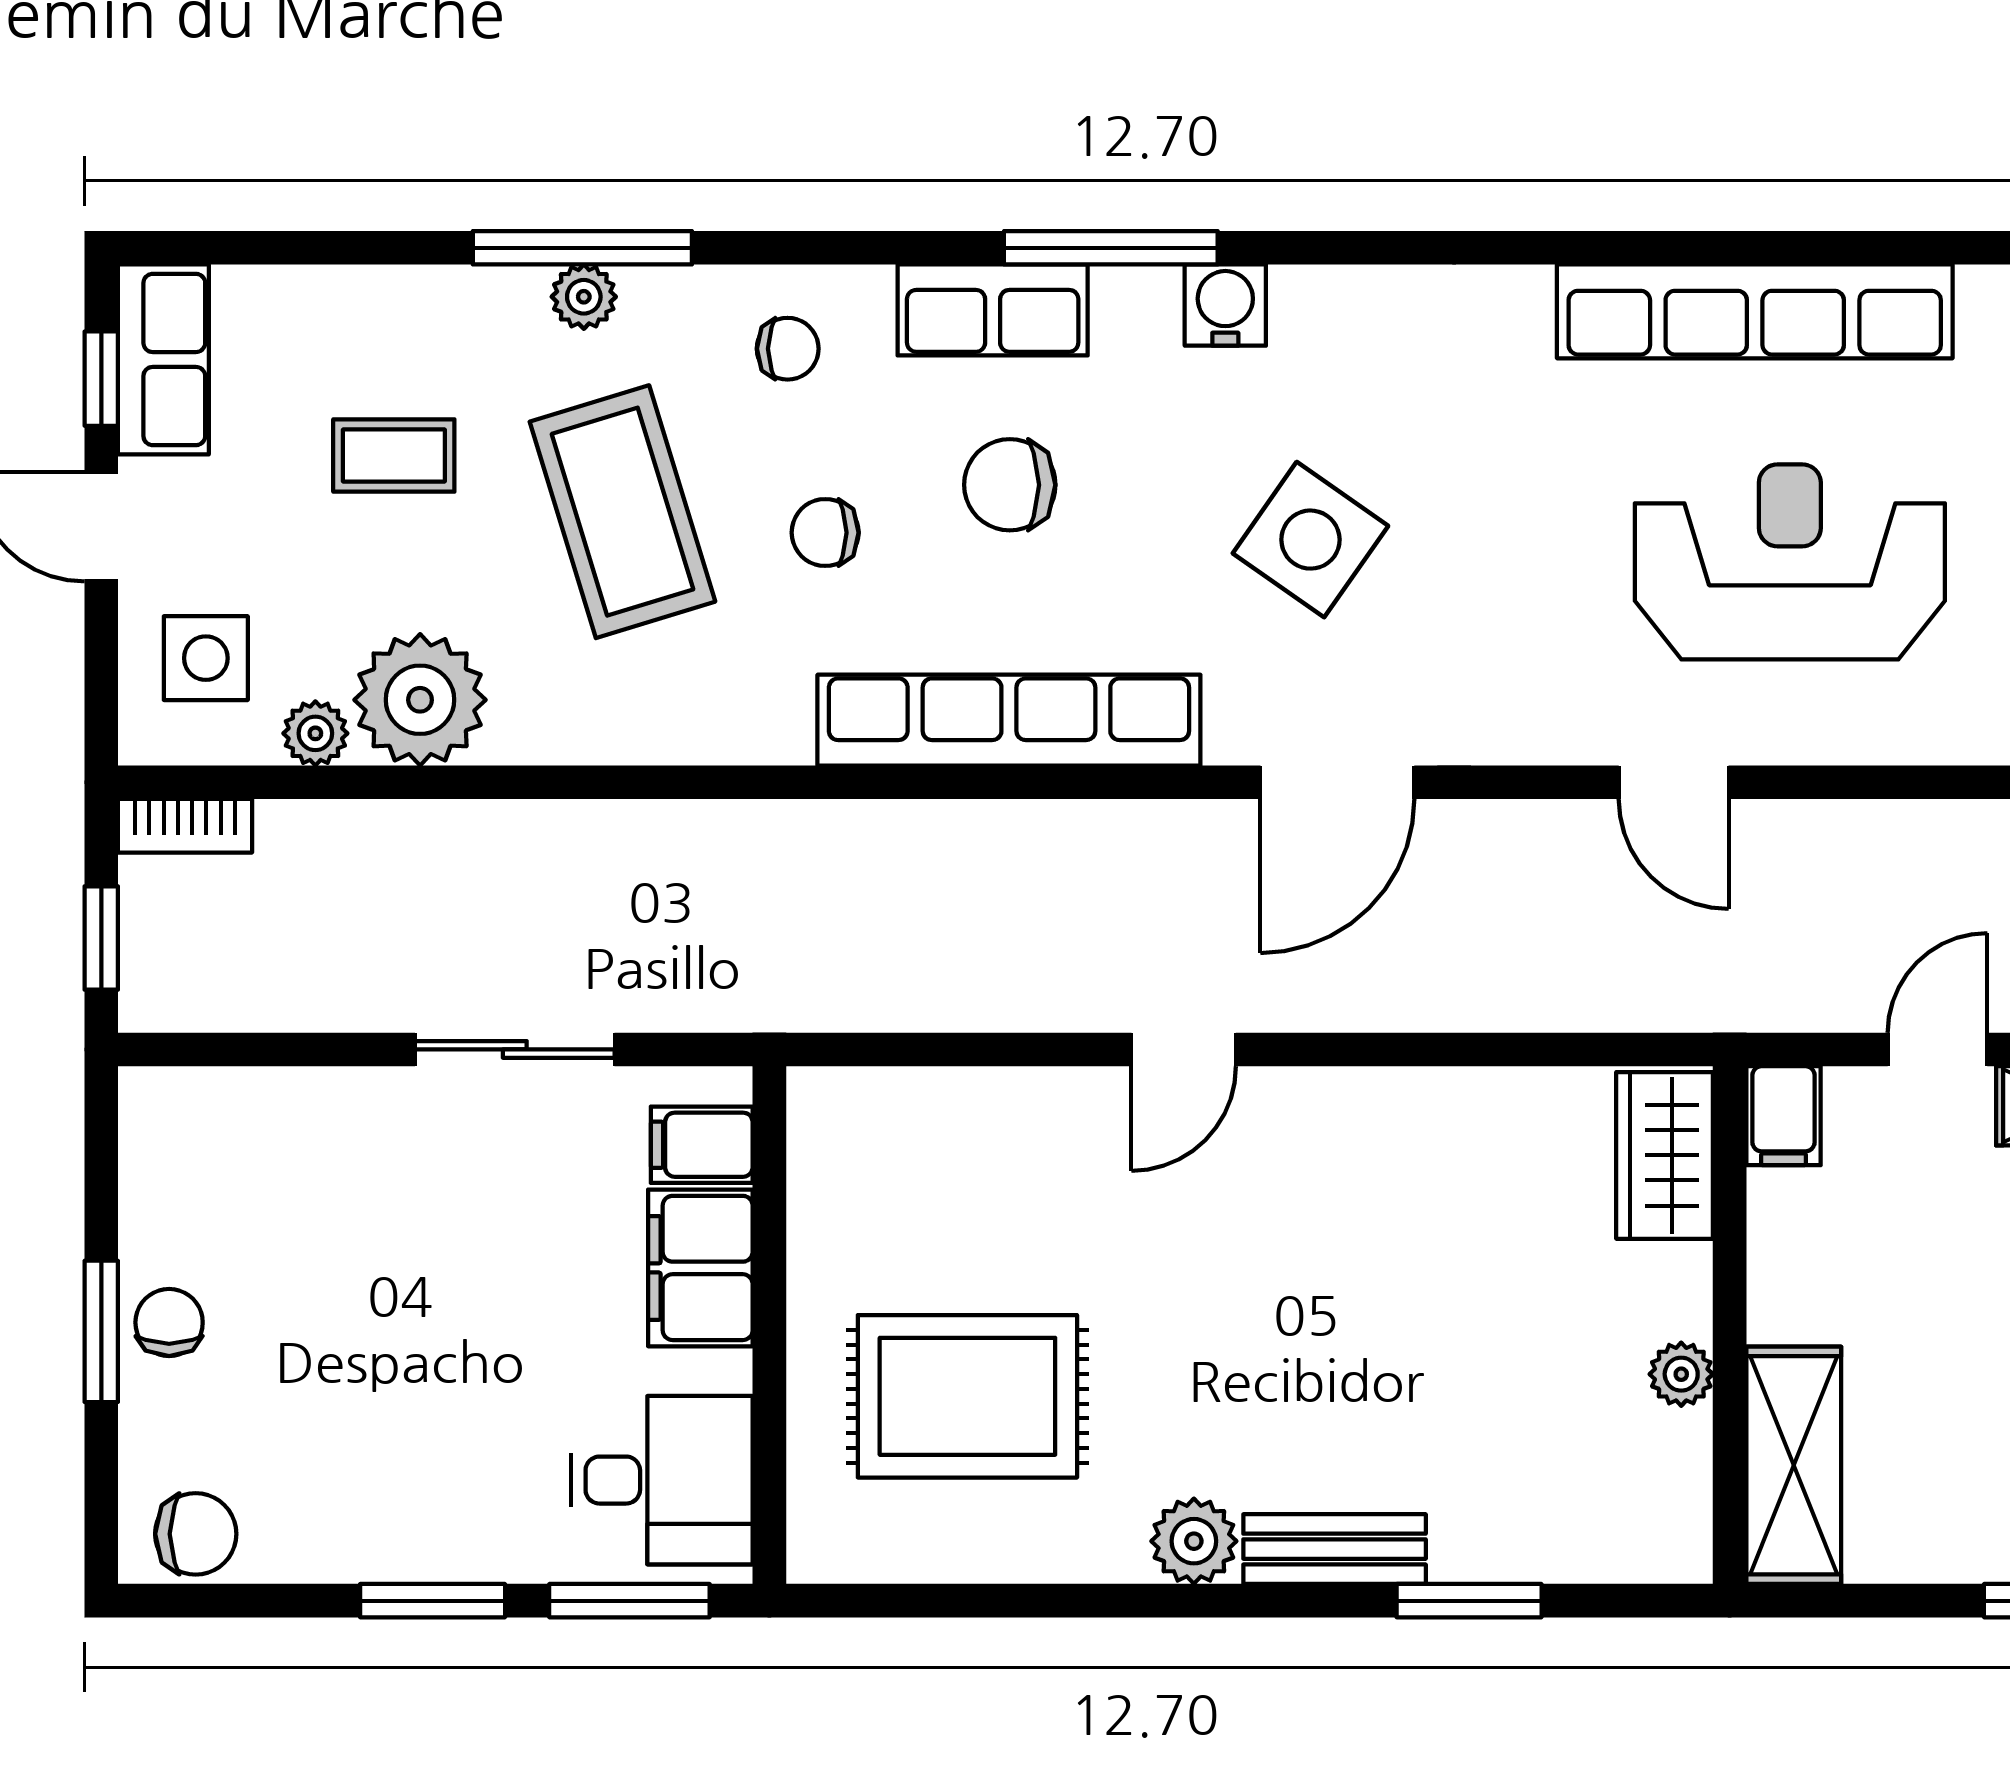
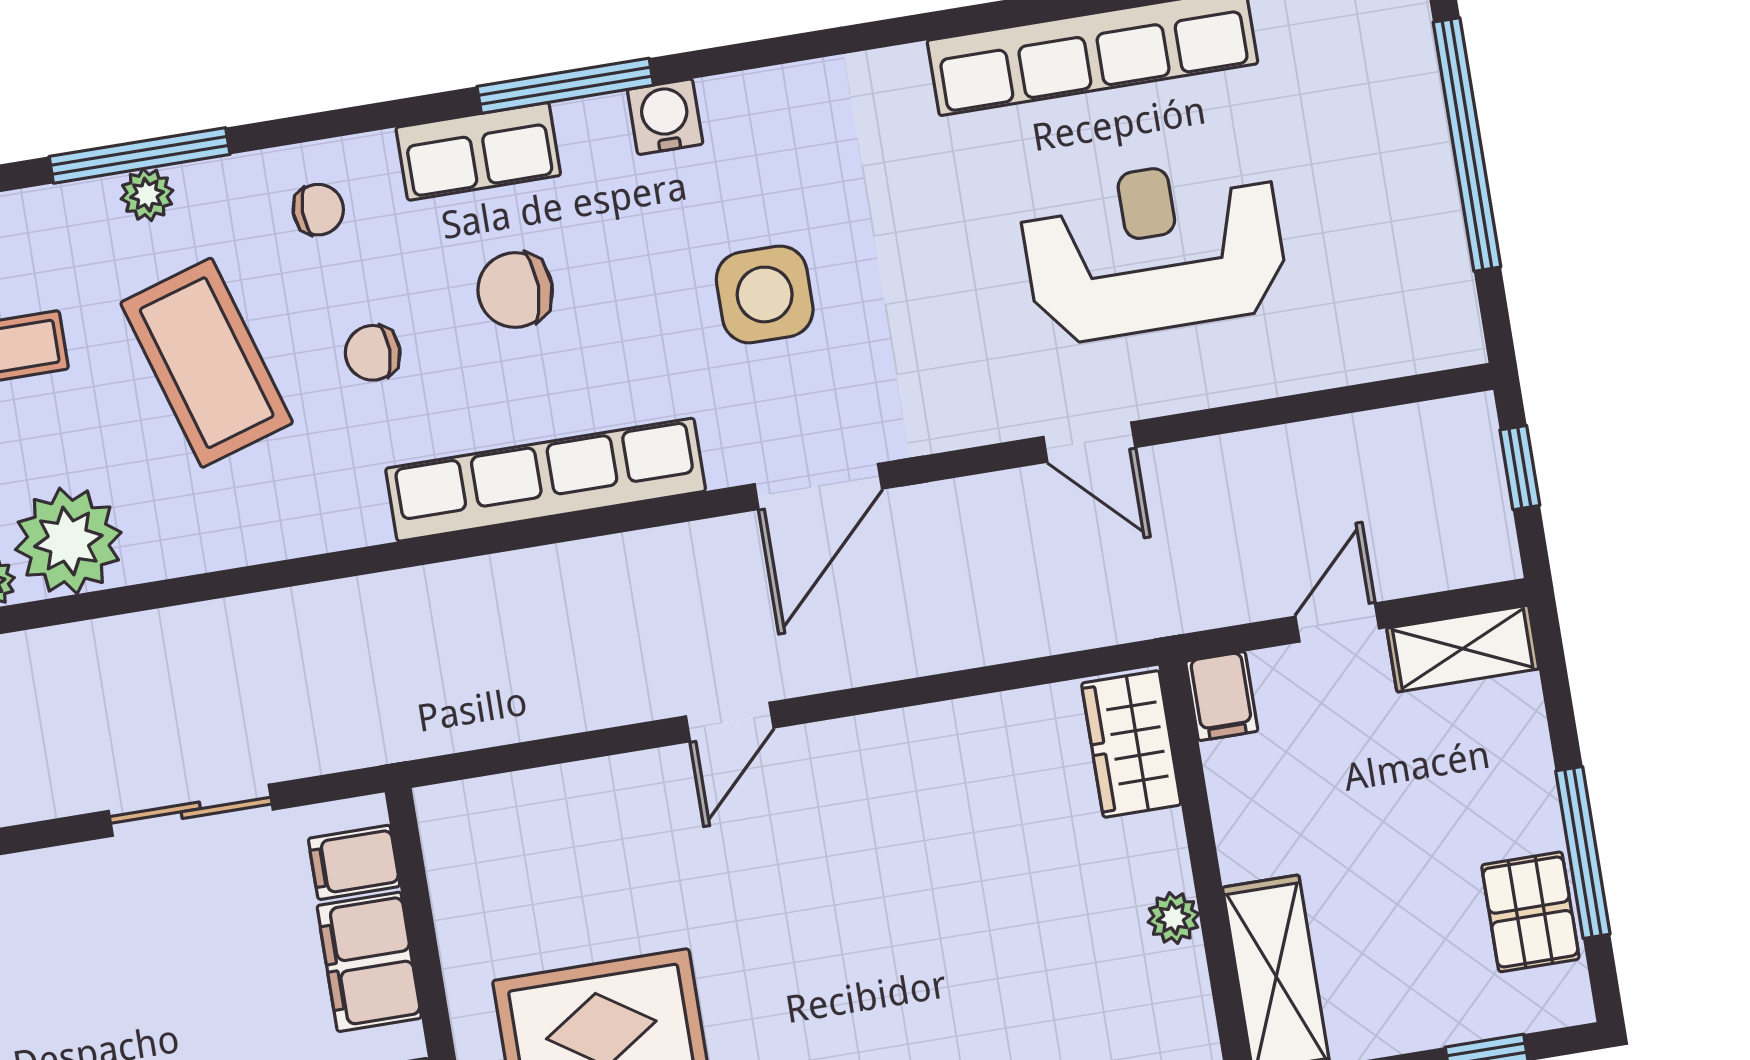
side table: (1310, 540) -> (765, 294), turned -35

